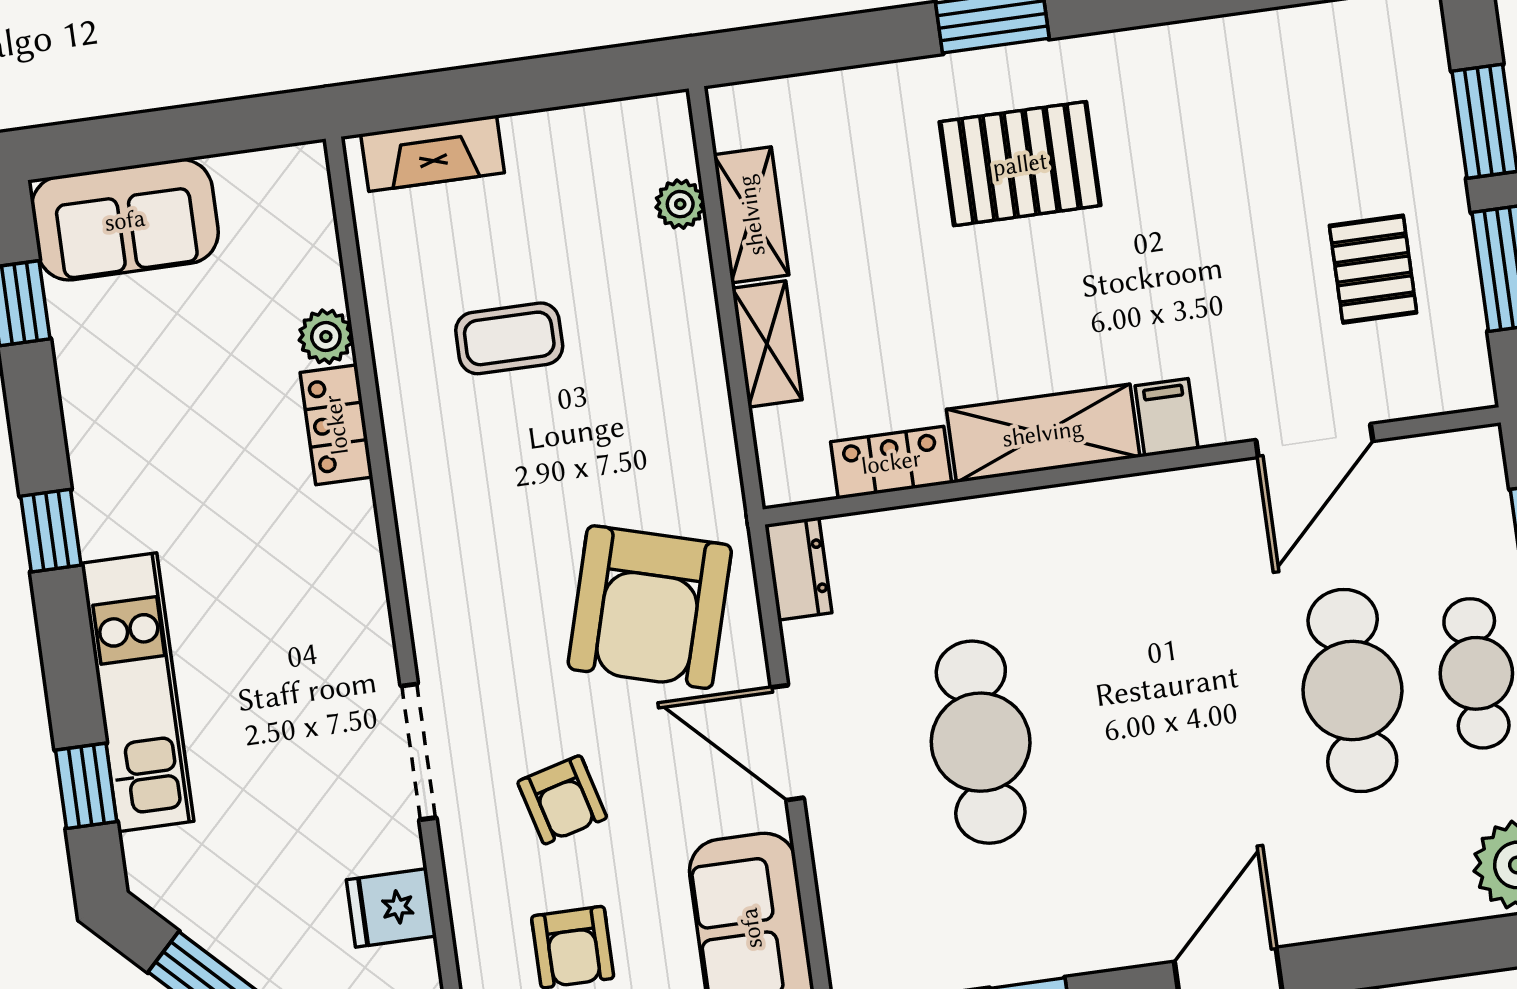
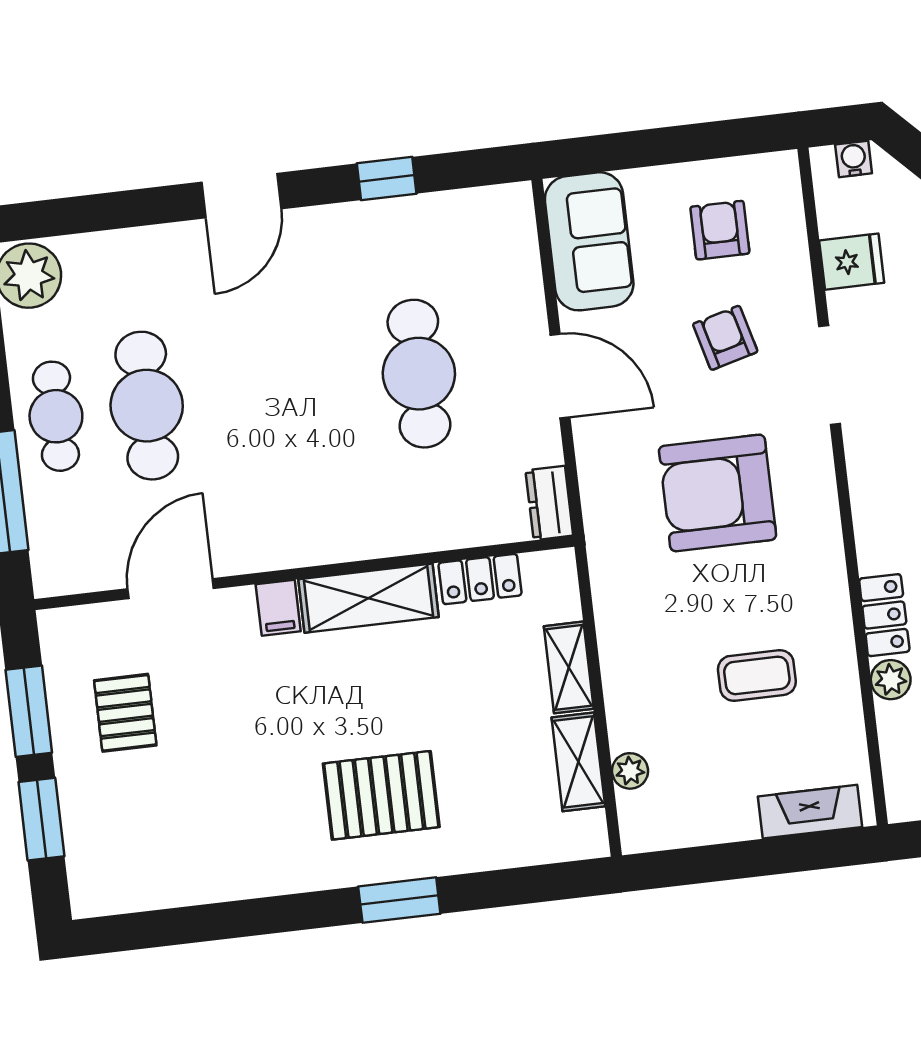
armchair: (650, 607) -> (718, 493), moved, turned -106

